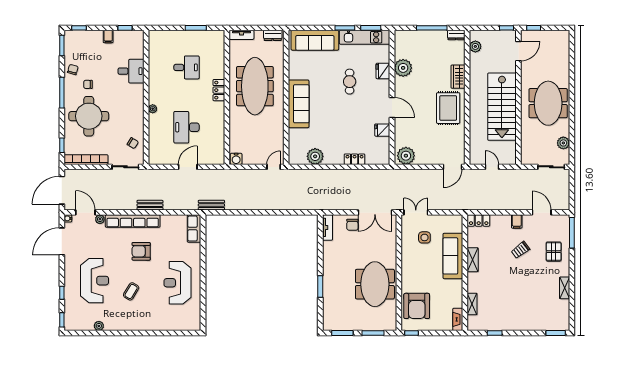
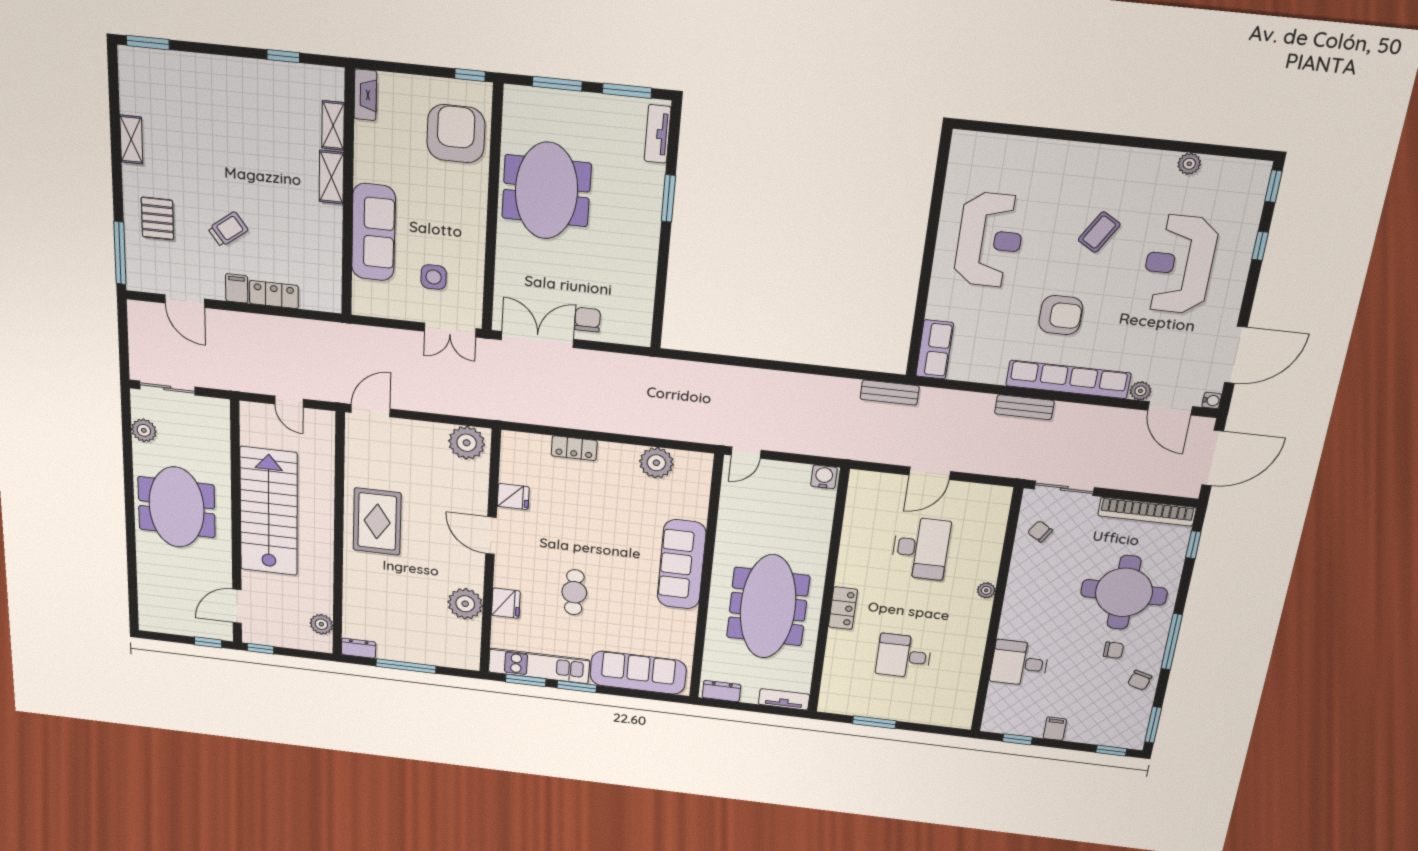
wardrobe: (458, 77) -> (356, 576), removed
locker: (479, 220) -> (274, 295), moved
tv unit: (327, 227) -> (658, 134), moved
shelving: (473, 260) -> (331, 177), moved

